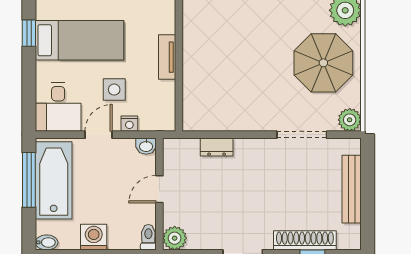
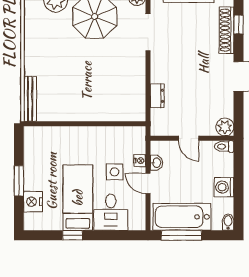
tv unit: (167, 57) -> (90, 133), removed
desk: (58, 107) -> (111, 212), moved, turned 90
washbasin: (146, 146) -> (156, 163), moved

